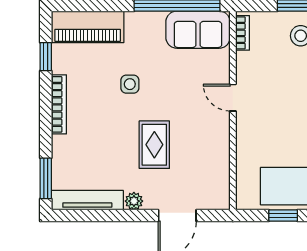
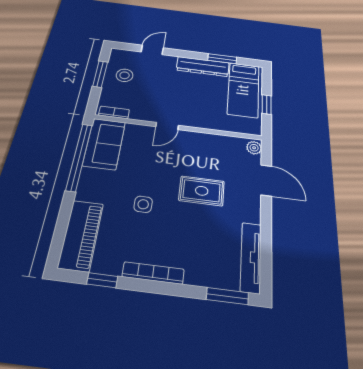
plant: (134, 201) -> (254, 148), moved

